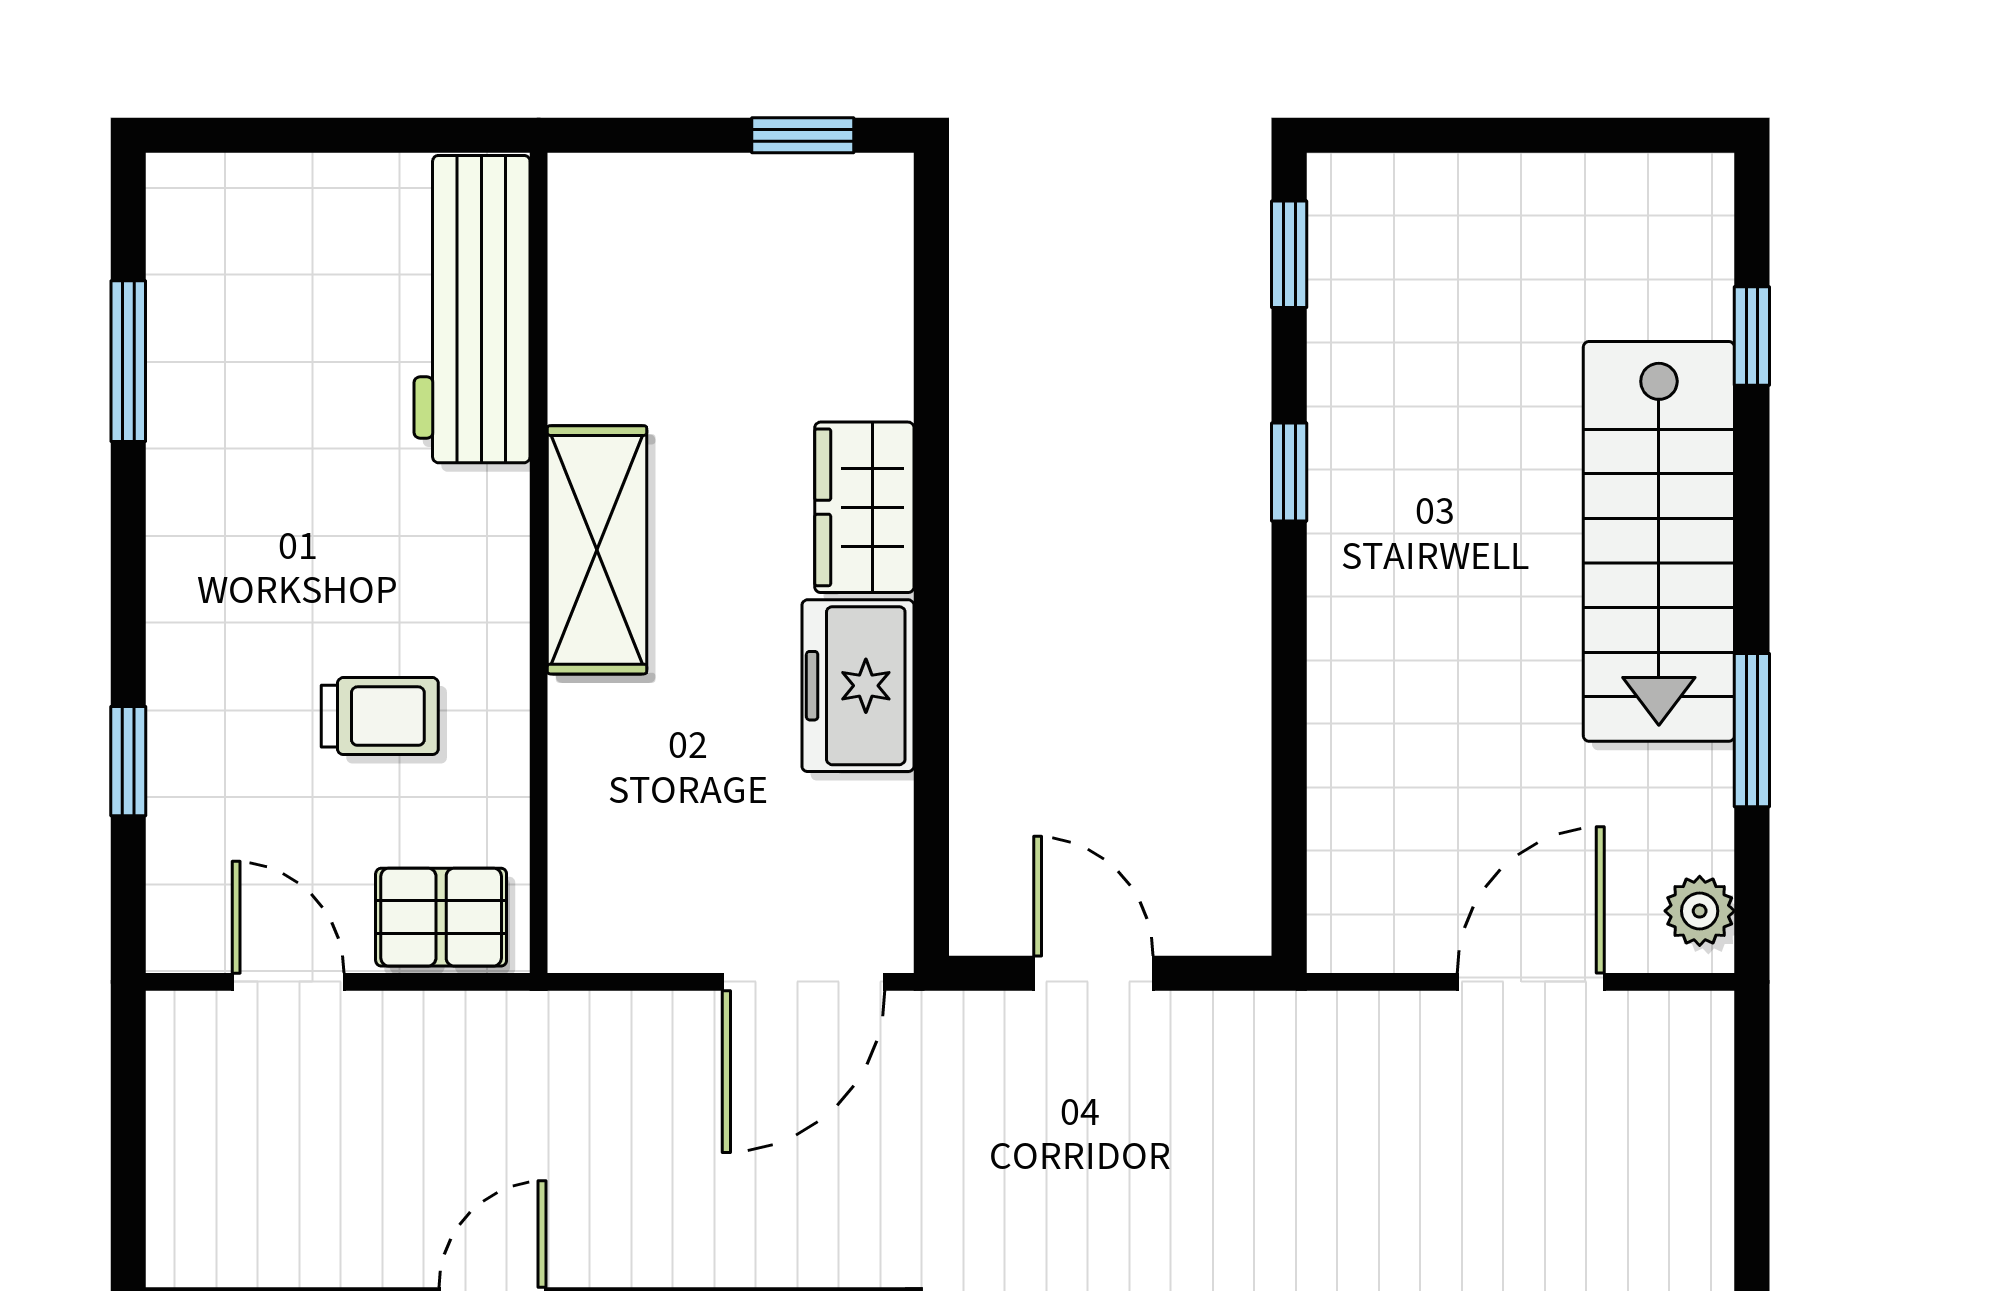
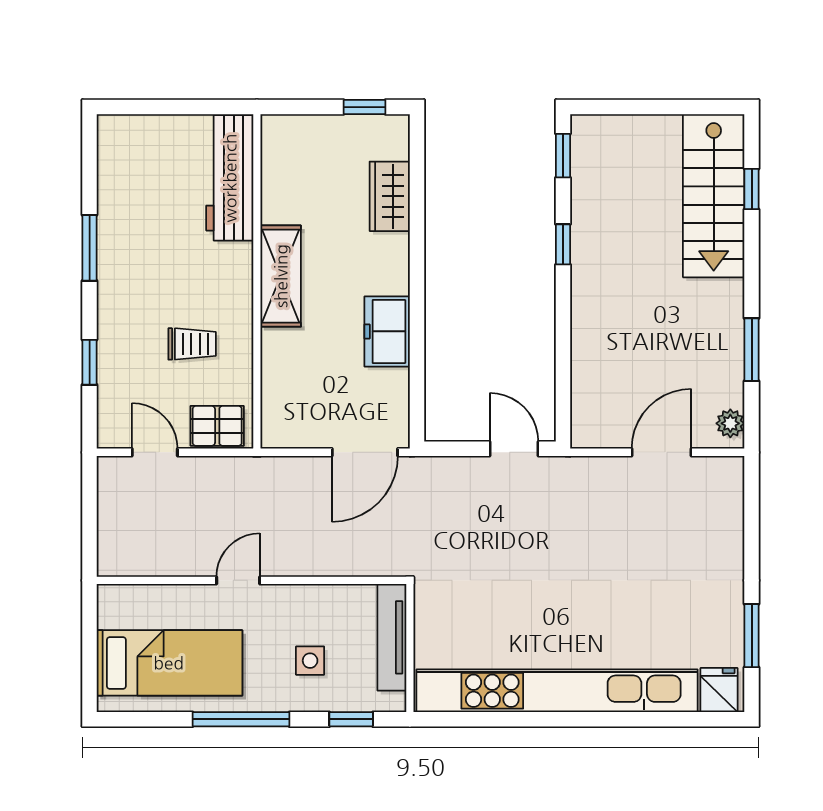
window: (128, 361) -> (90, 248), moved
wardrobe: (864, 507) -> (390, 196), moved
stairs: (1659, 541) -> (714, 196), moved
door: (1093, 973) -> (514, 449), moved

